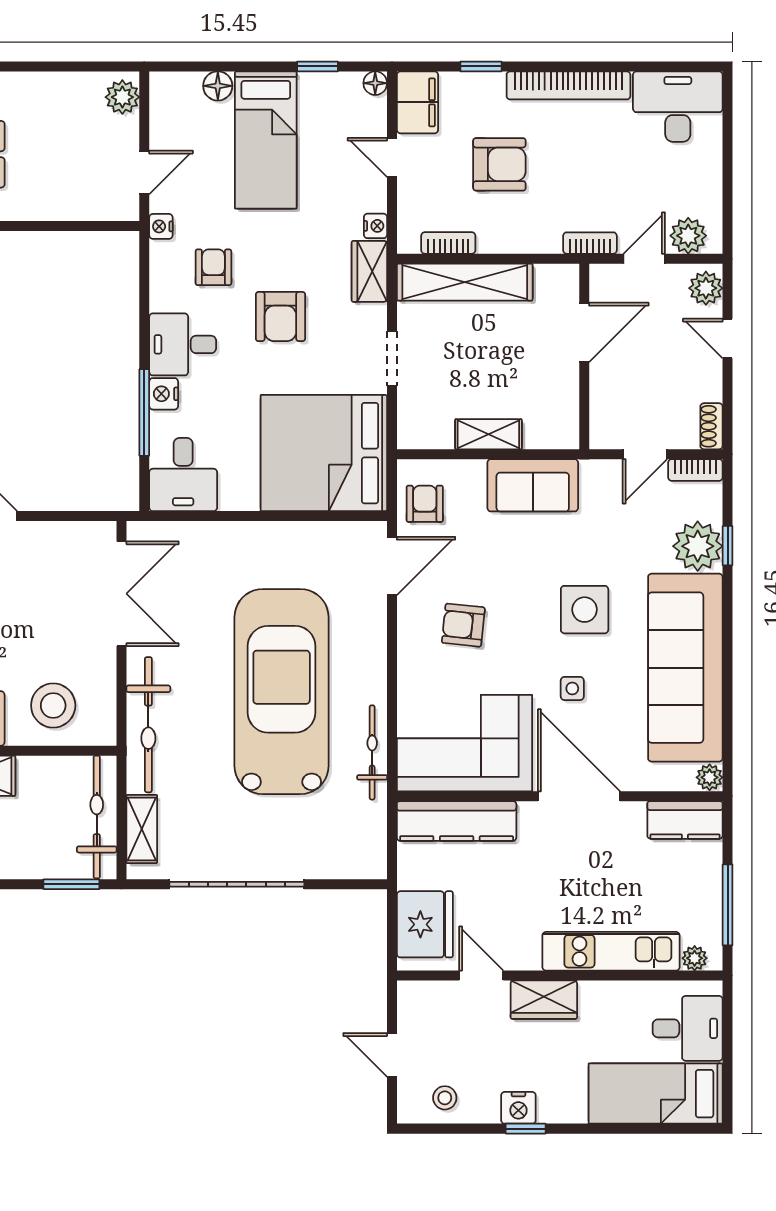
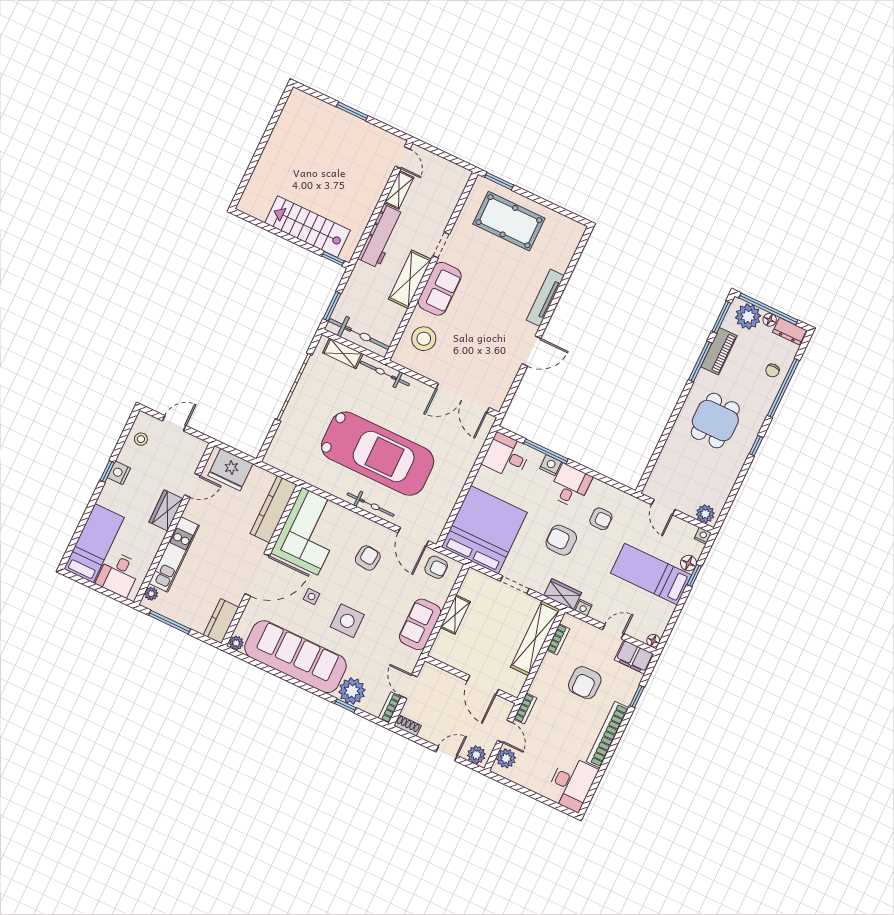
window: (318, 66) -> (694, 575), moved
nightstand: (161, 226) -> (703, 536), moved
bicycle: (148, 725) -> (385, 374), width x0.73, depth x0.71
bicycle: (372, 752) -> (371, 505), moved

